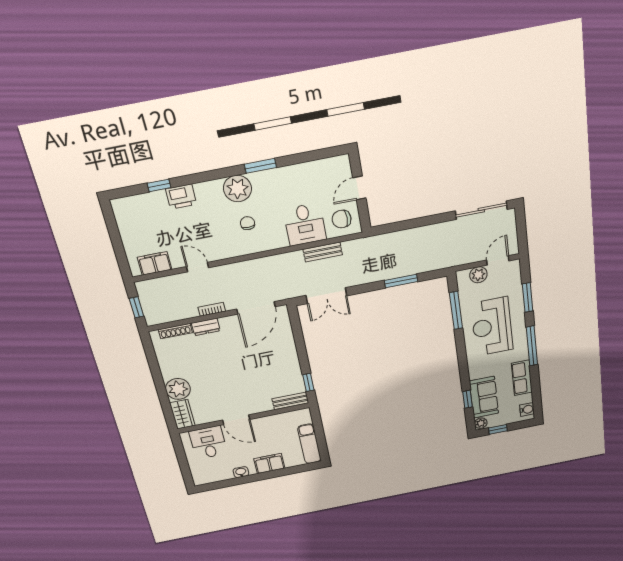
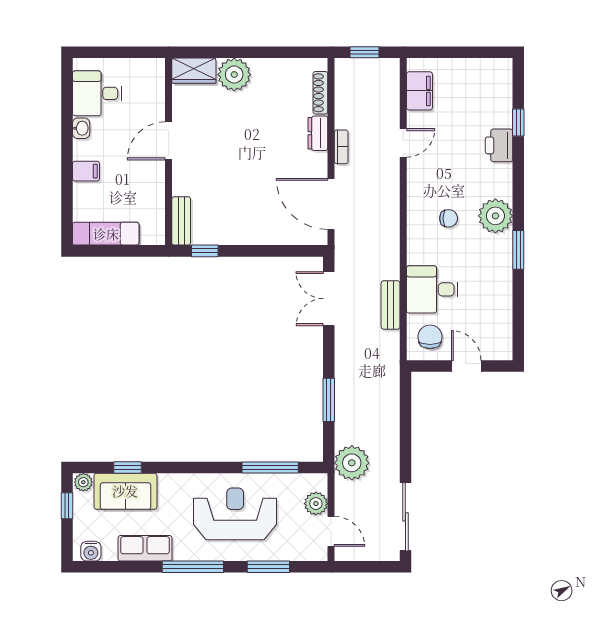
plant: (445, 256) -> (352, 463), added
desk: (208, 442) -> (97, 93), moved, turned 180
filing cabinet: (269, 464) -> (86, 171), width x0.50

